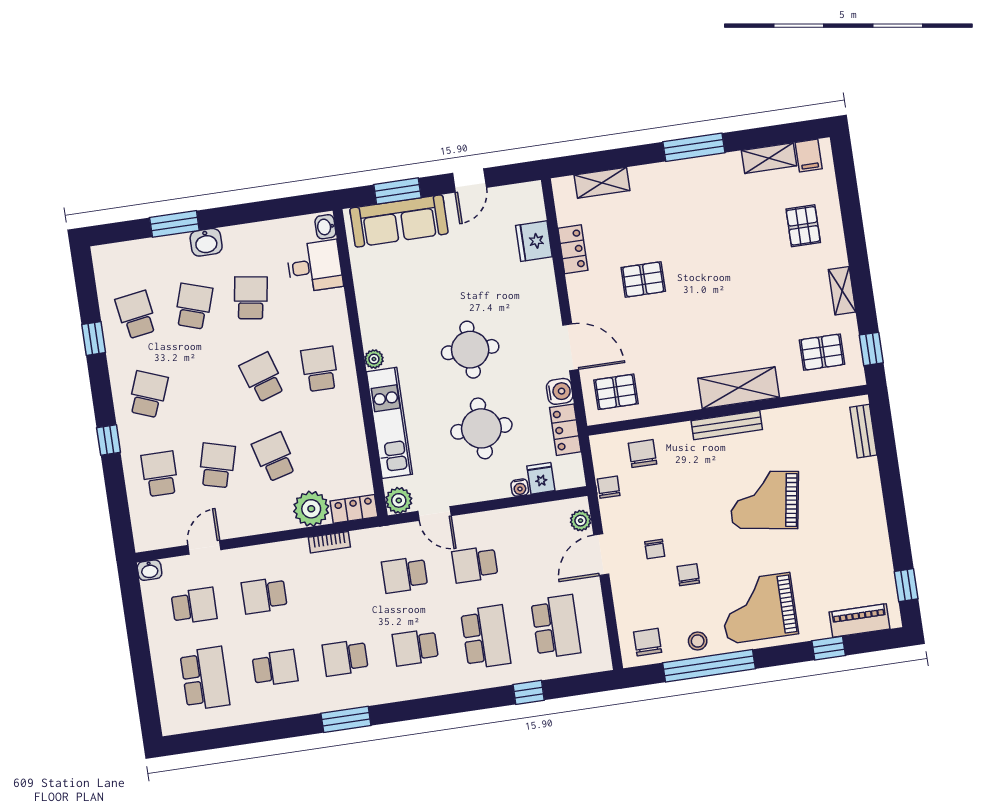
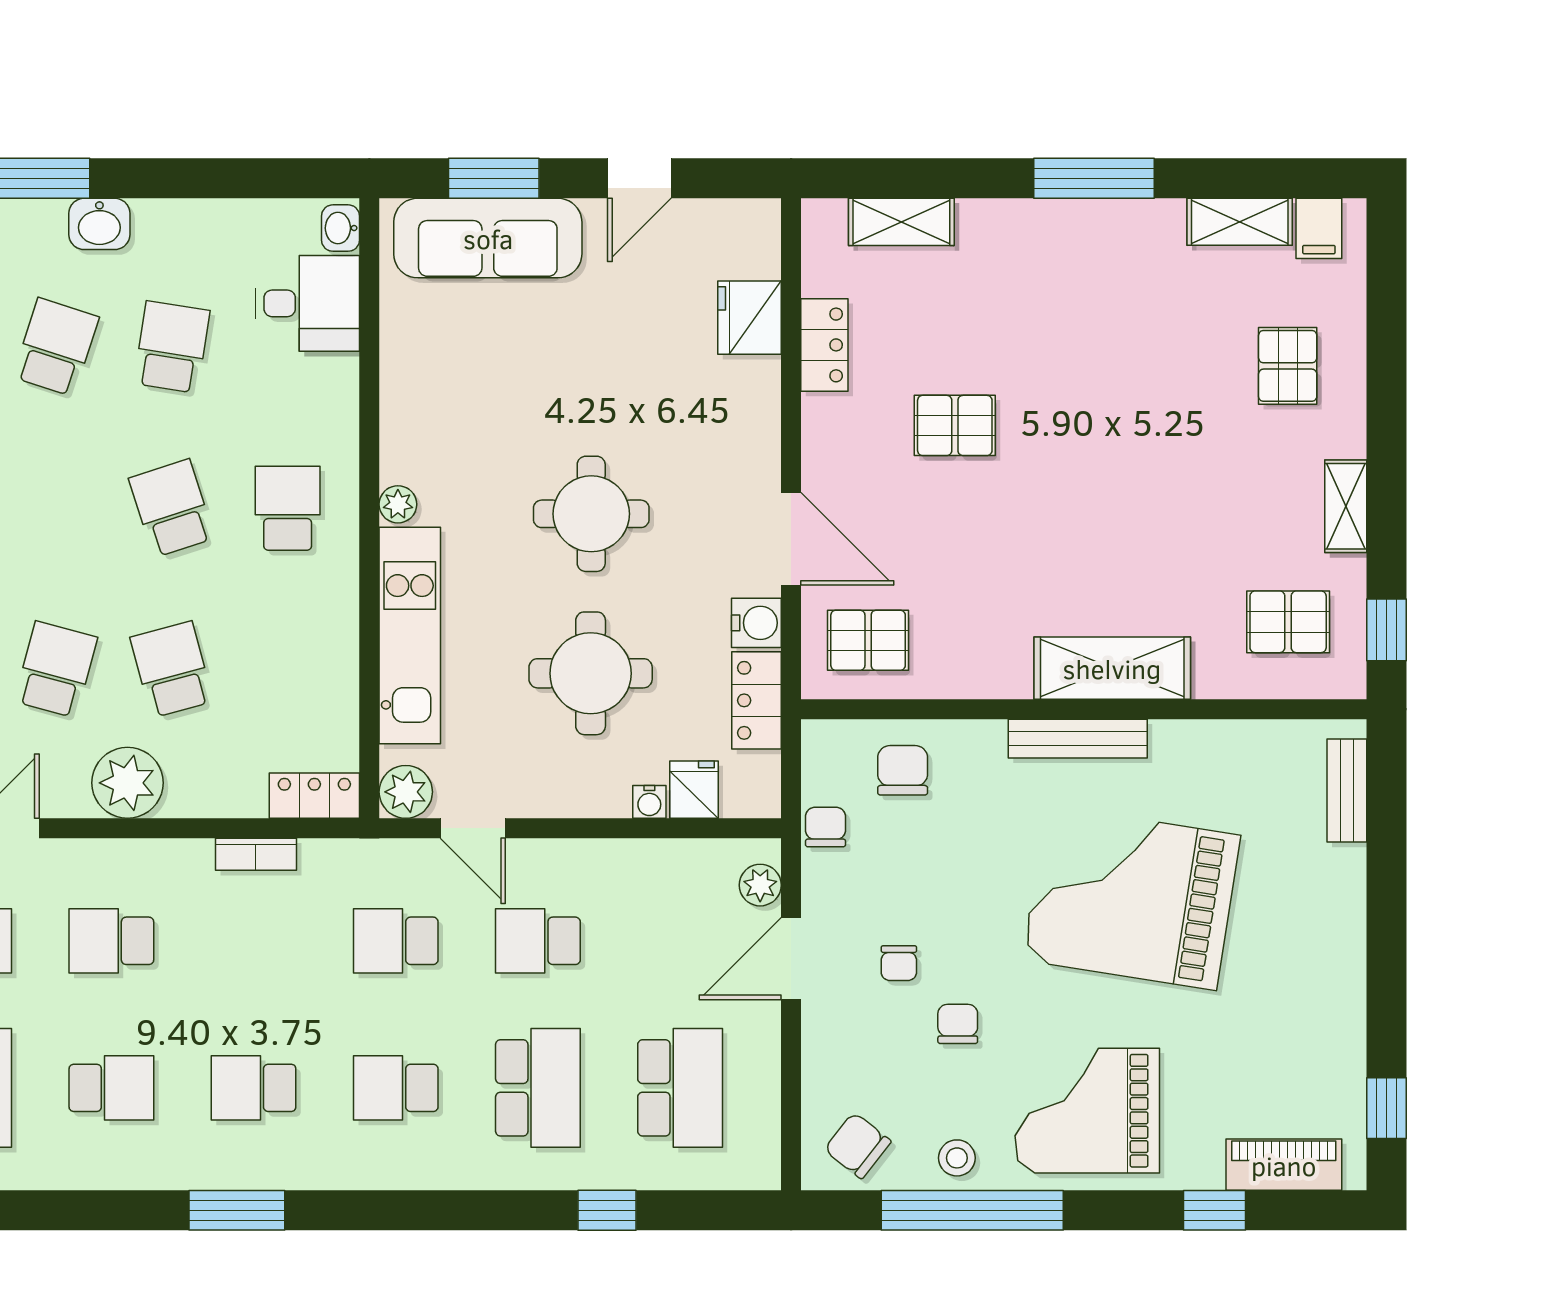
grand piano: (765, 500) -> (1131, 898), width x1.37, depth x1.48
plant: (311, 509) -> (127, 783), moved
chair: (648, 642) -> (858, 1145), turned -52

